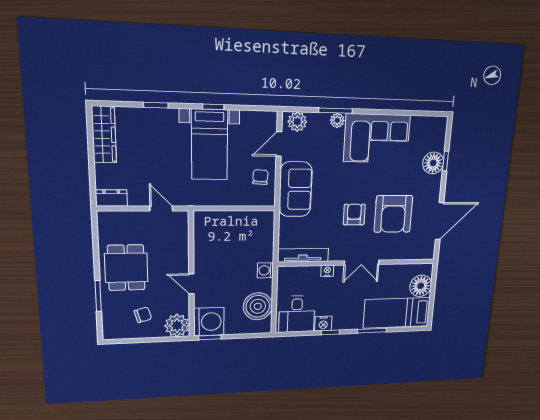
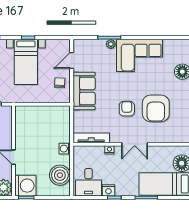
plant: (297, 122) -> (84, 46), removed

